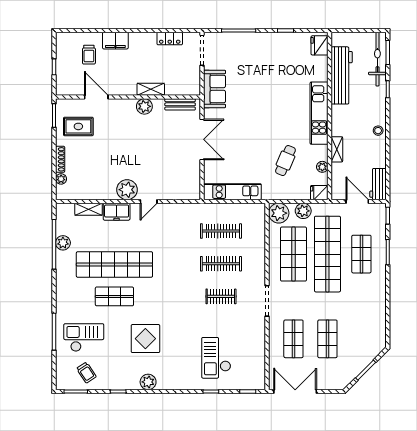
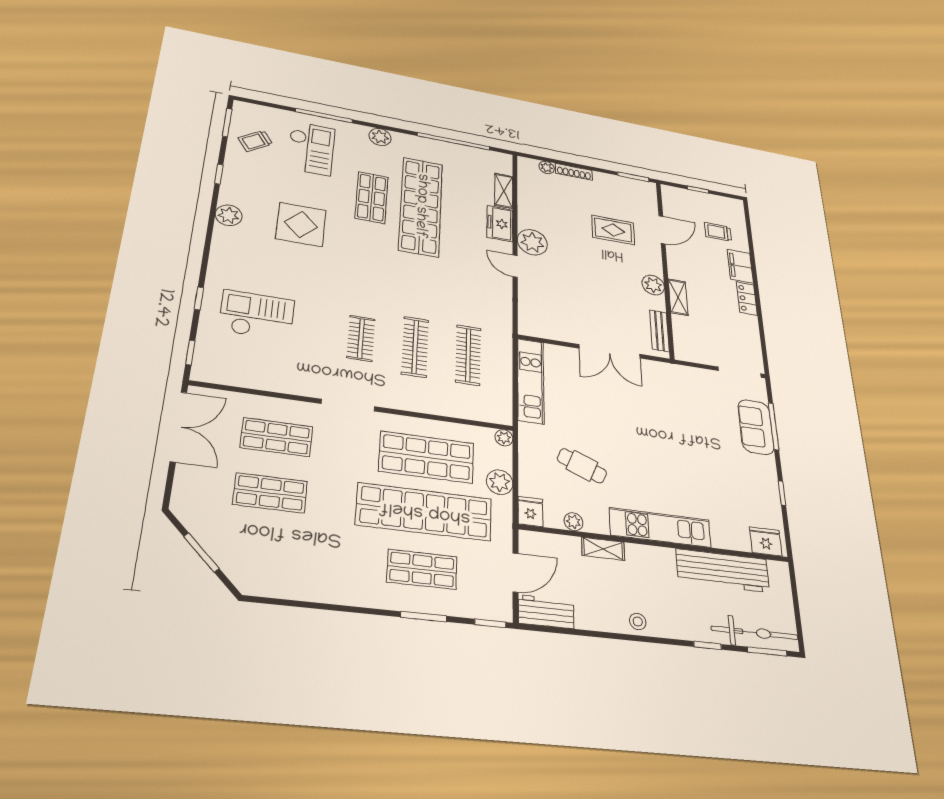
locker: (170, 39) -> (747, 299), moved
sofa: (214, 89) -> (756, 427), moved, turned 90
rug: (78, 126) -> (613, 230), moved, turned 90
plant: (279, 213) -> (504, 438), width x0.53, depth x0.53
plant: (63, 243) -> (380, 137), moved

